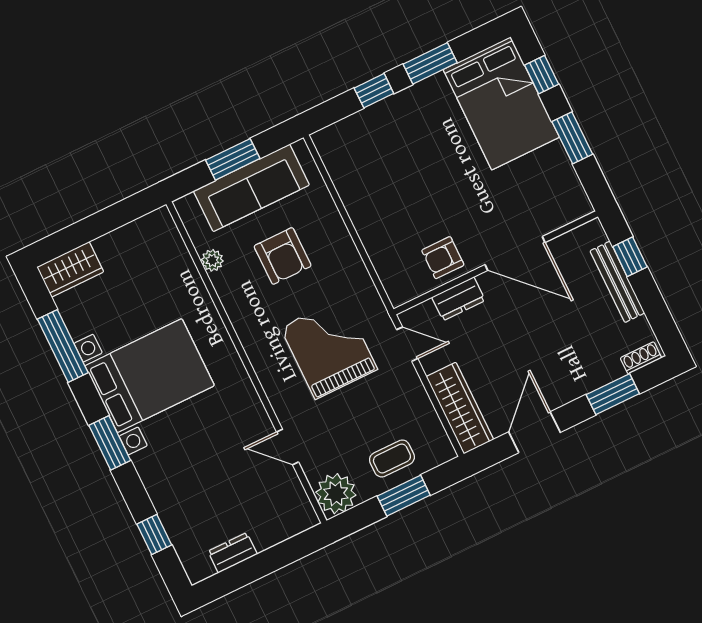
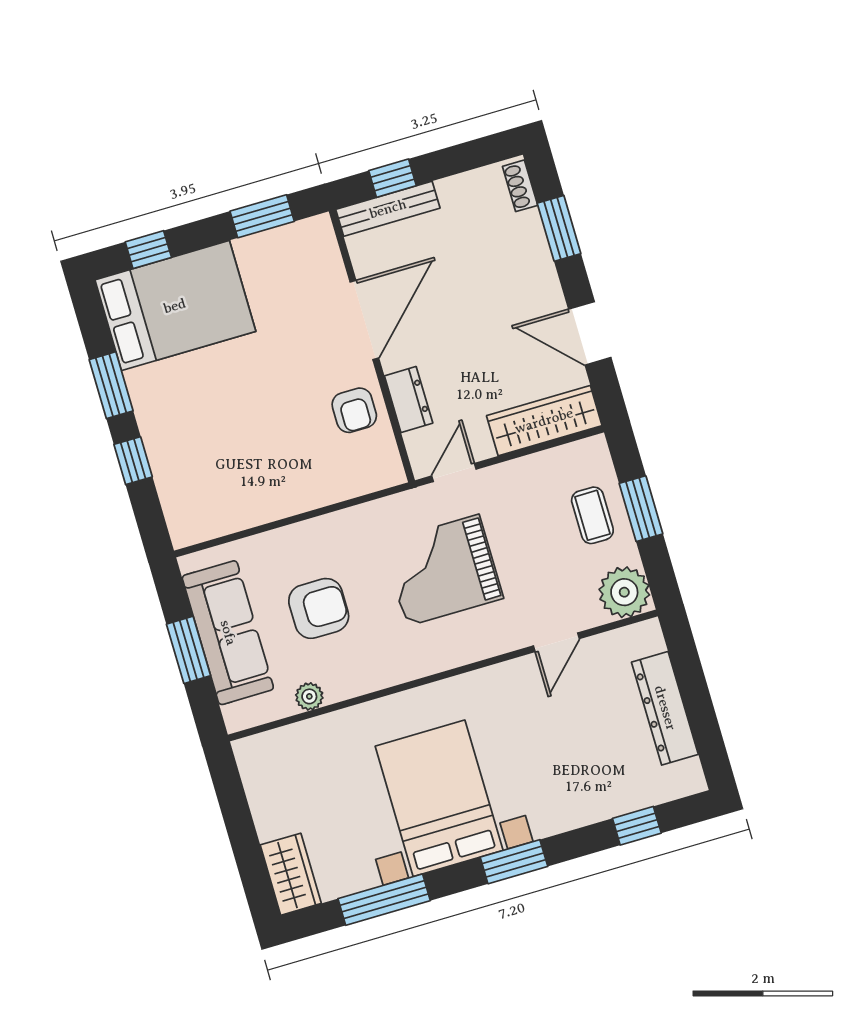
window: (572, 138) -> (262, 216), moved
bench: (617, 282) -> (388, 209), moved
dresser: (233, 553) -> (665, 708), width x1.96, depth x1.24

